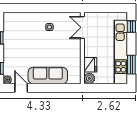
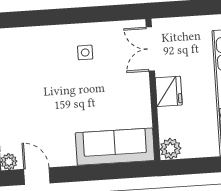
fridge: (90, 65) -> (169, 91), moved
sofa: (48, 76) -> (115, 147), moved

